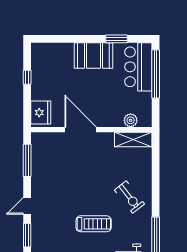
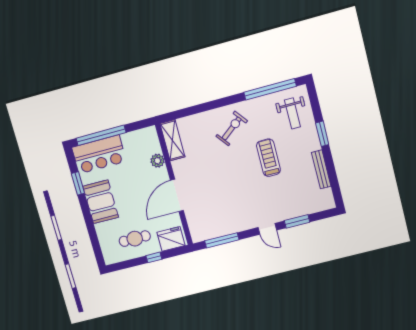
window: (27, 77) -> (154, 257), moved
cafe table: (50, 78) -> (135, 239), added
plant: (131, 120) -> (157, 161), moved

